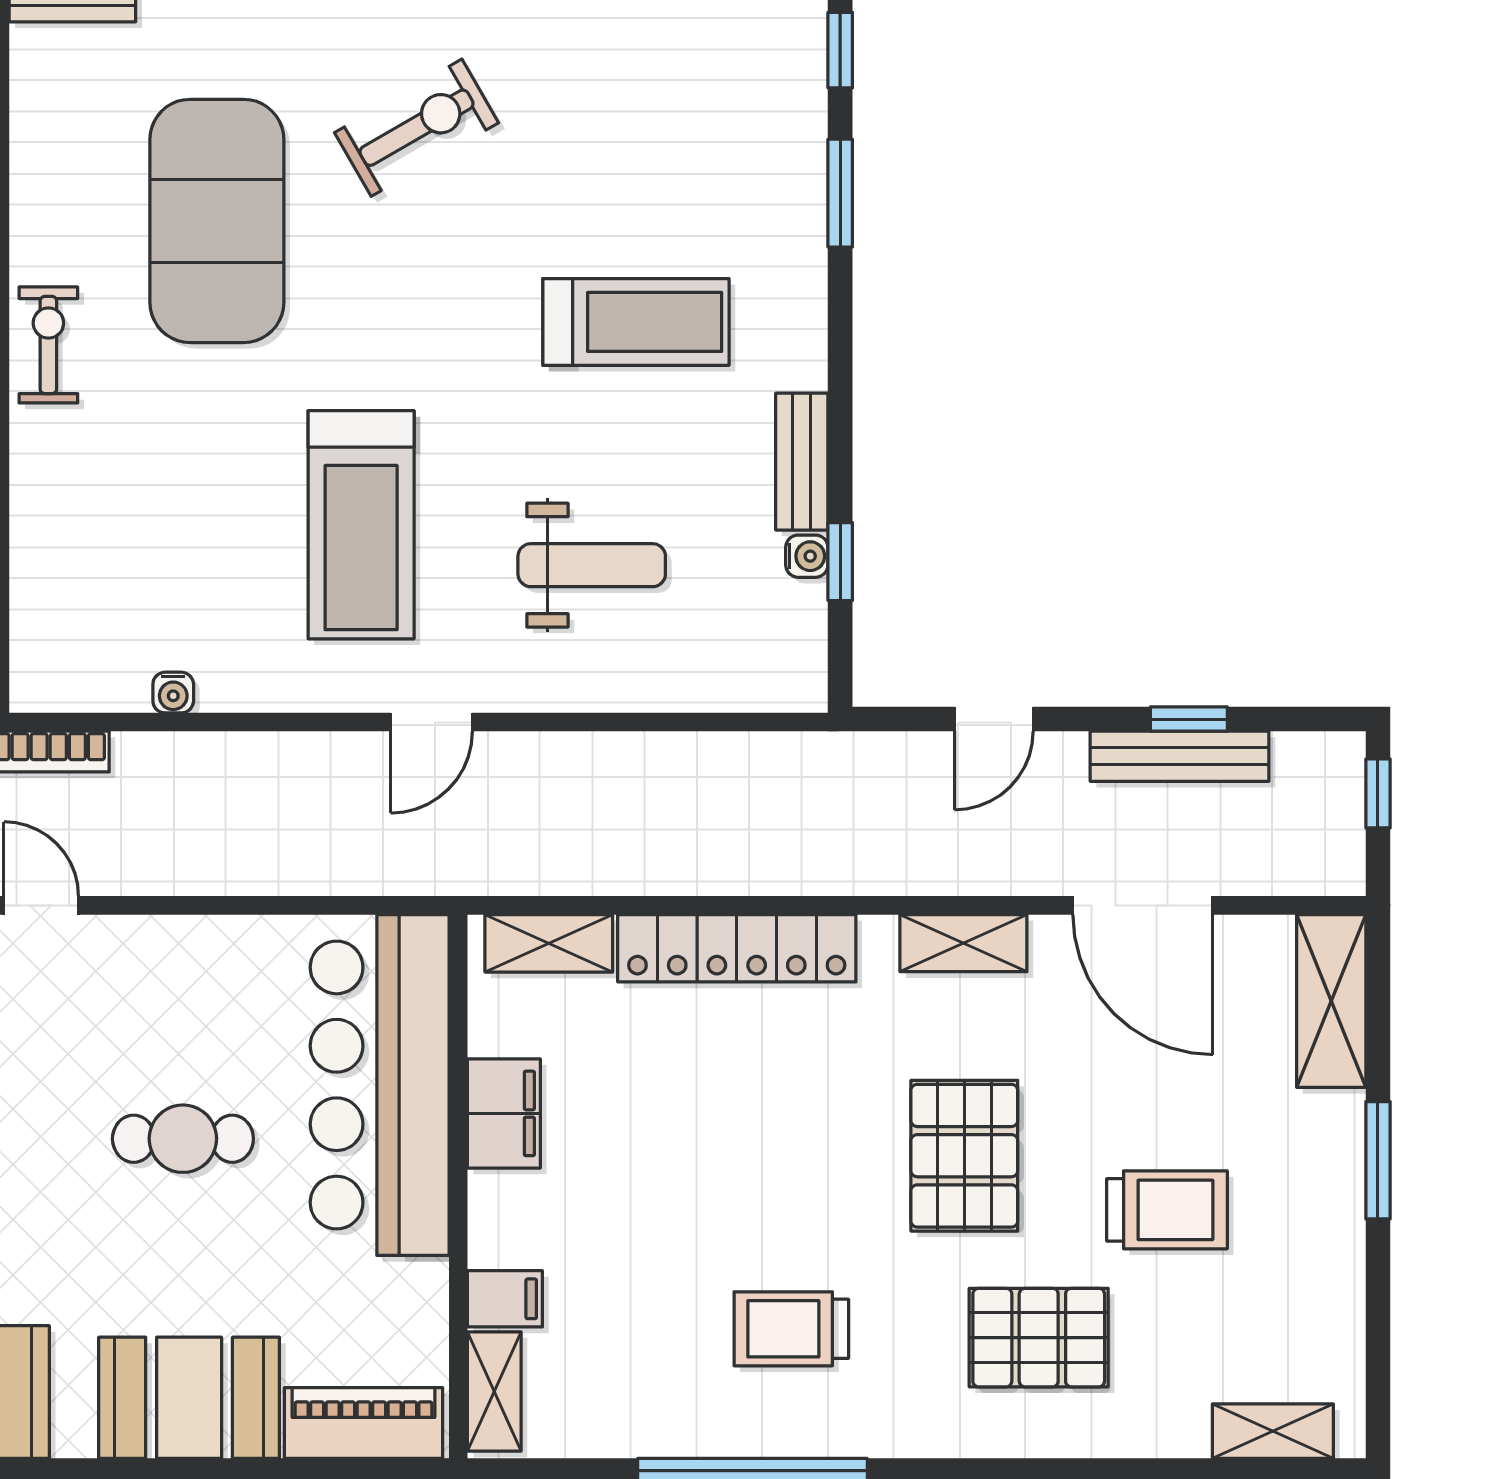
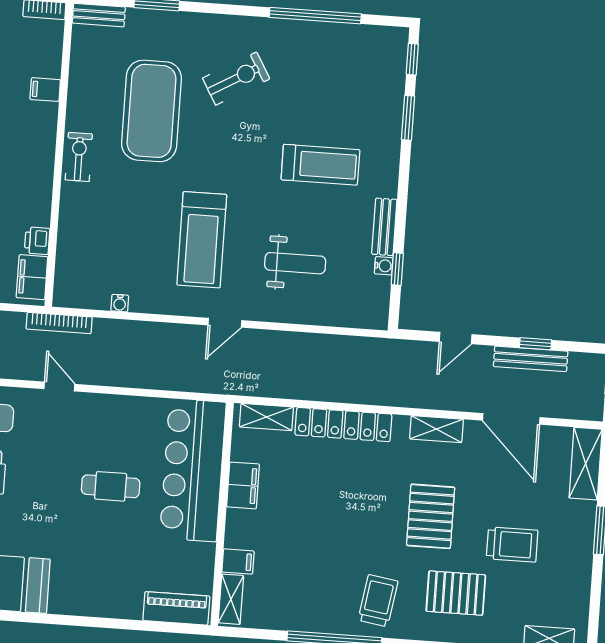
trolley: (791, 1329) -> (378, 601), moved, turned 99
booth: (189, 1398) -> (106, 593), removed

